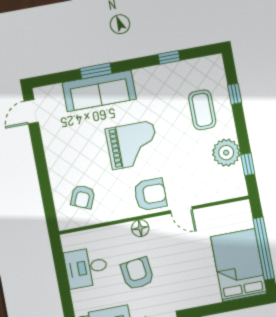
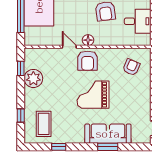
coffee table: (202, 110) -> (44, 124), moved
armchair: (150, 194) -> (88, 61), turned -90
floor lamp: (140, 228) -> (88, 40), moved

